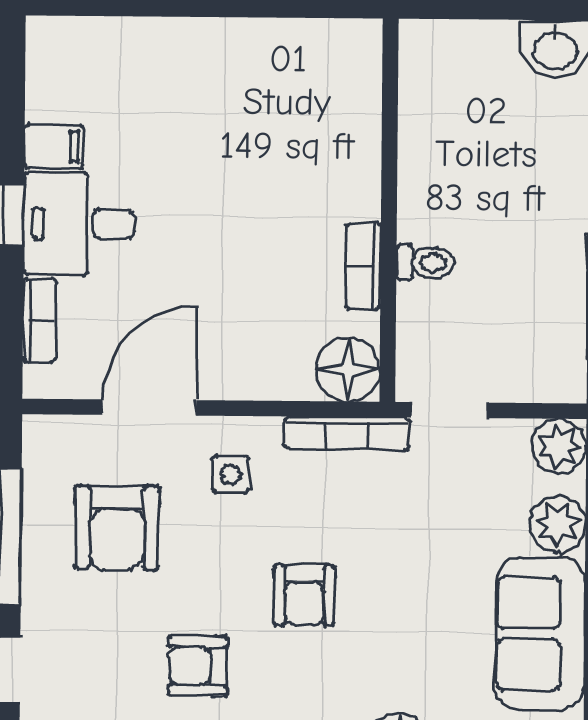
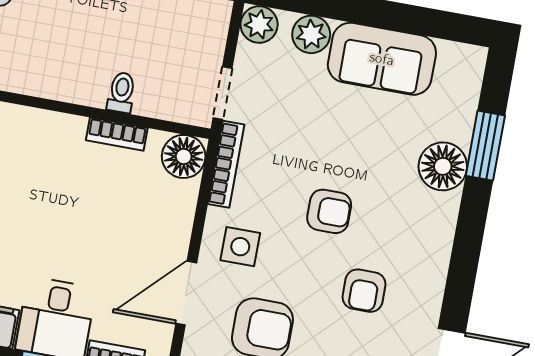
door: (149, 407) -> (186, 293), hinge flipped
side table: (231, 475) -> (240, 247), width x1.37, depth x1.37

